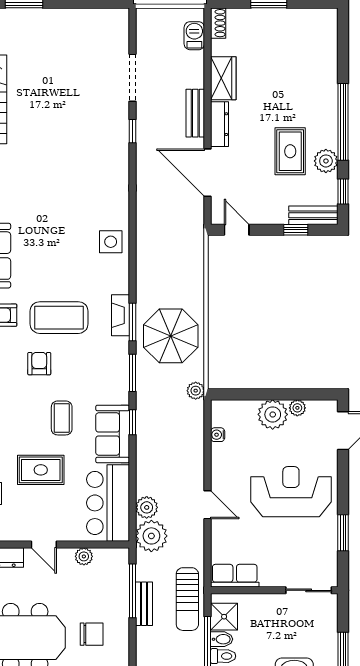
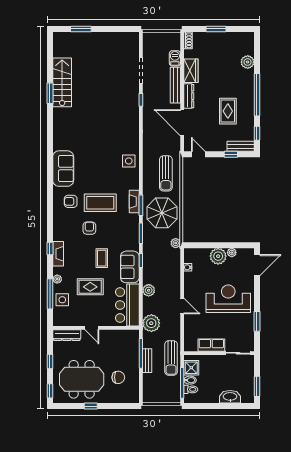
barbecue: (194, 36) -> (175, 58), moved
bench: (195, 113) -> (175, 85), width x1.36
plant: (326, 161) -> (248, 62), moved
sun lounger: (178, 264) -> (166, 173), added
plant: (147, 507) -> (149, 290), moved
plant: (84, 556) -> (114, 334), removed
row of seats: (235, 576) -> (211, 345), moved

